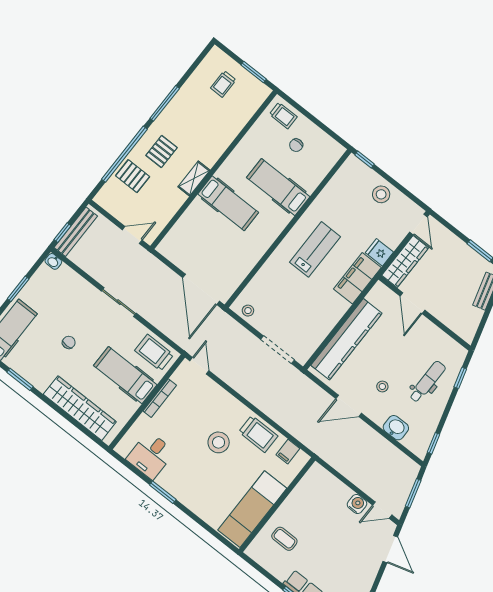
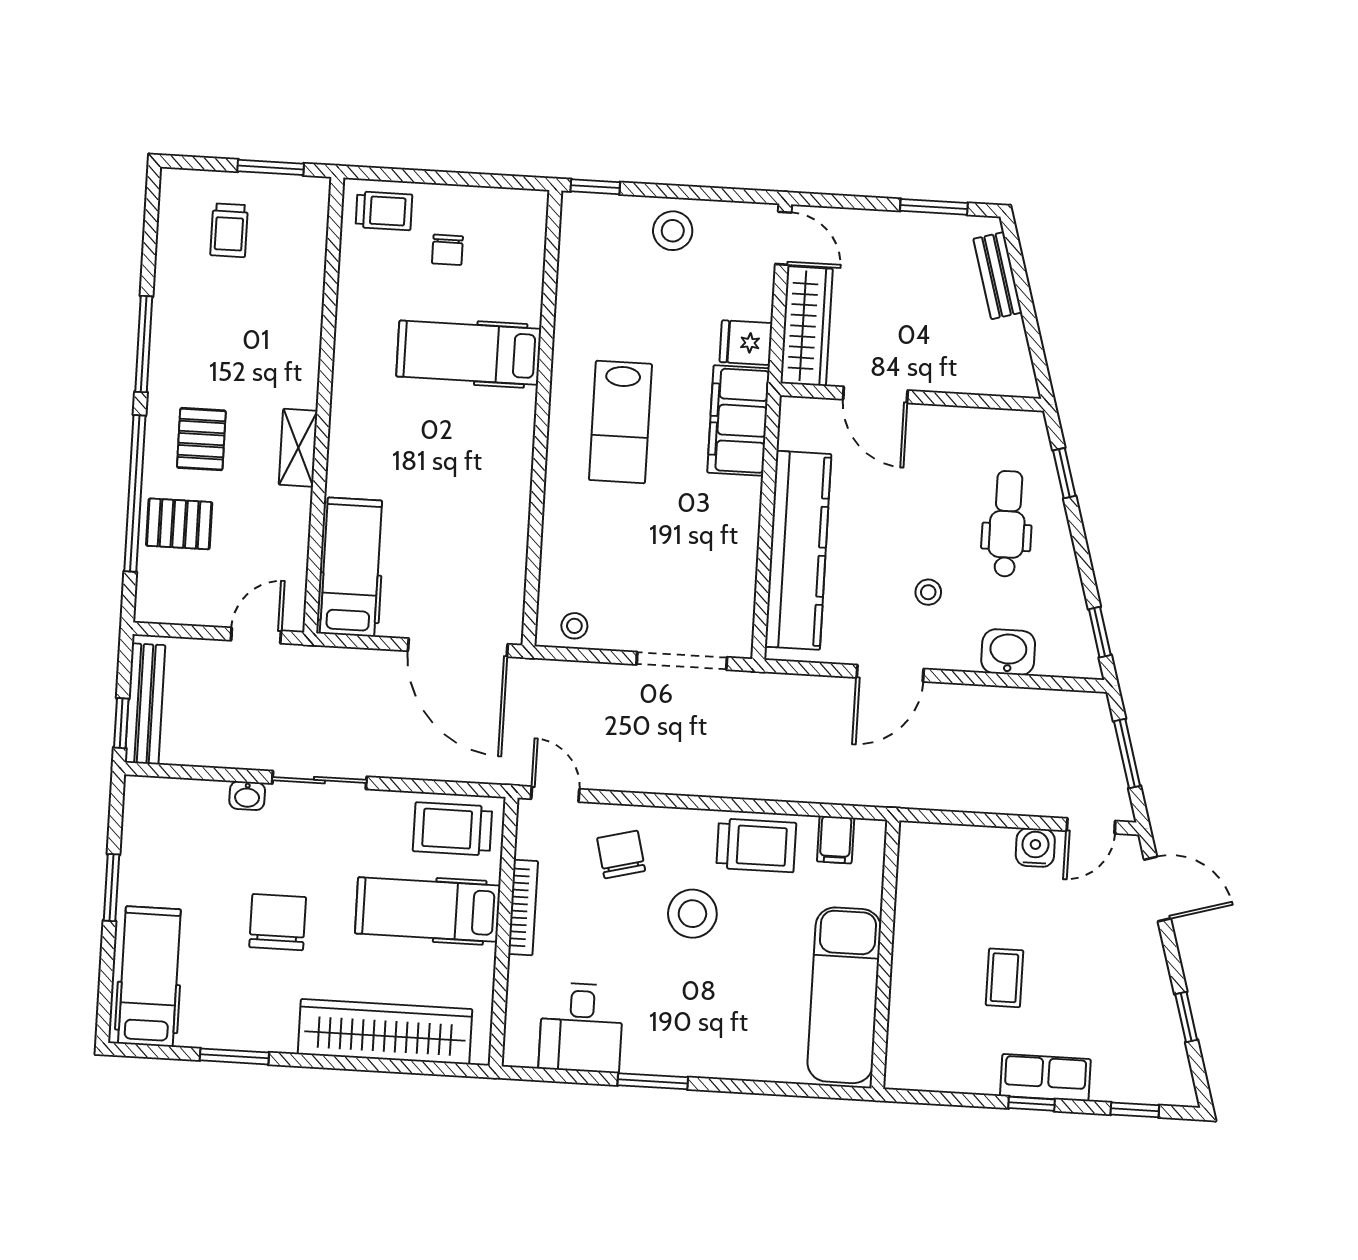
hospital bed: (228, 203) -> (351, 567), moved, turned -90
lab bench: (315, 249) -> (620, 422), turned 180
washbasin: (53, 261) -> (247, 796), moved
chair: (69, 342) -> (278, 922), width x1.87, depth x1.87
chair: (208, 404) -> (621, 854), added
coffee table: (284, 539) -> (1005, 978), moved, turned 90

